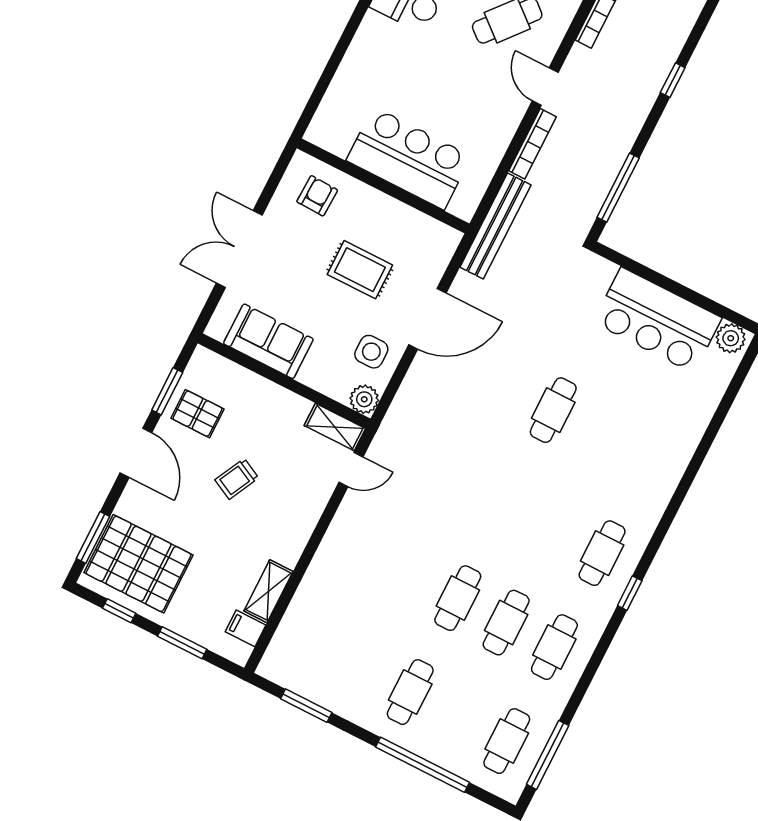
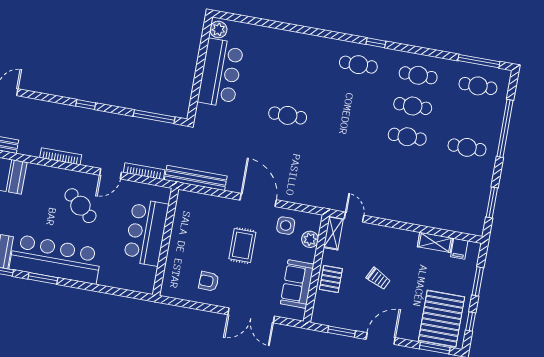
bar counter: (409, 158) -> (146, 232), moved
wall: (383, 186) -> (166, 242), moved
plant: (364, 399) -> (310, 239), moved
pallet: (197, 414) -> (331, 279), moved

